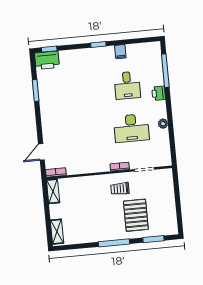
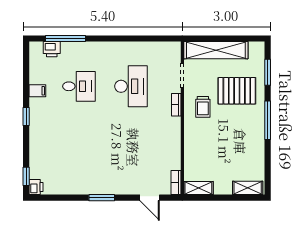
printer: (47, 60) -> (36, 187), width x0.53, depth x0.68
window: (36, 91) -> (102, 198), moved
printer: (159, 93) -> (52, 49), moved
plant: (163, 124) -> (129, 47), removed
shelving: (167, 195) -> (216, 50), added

